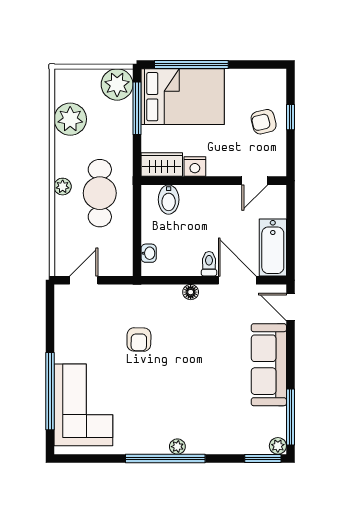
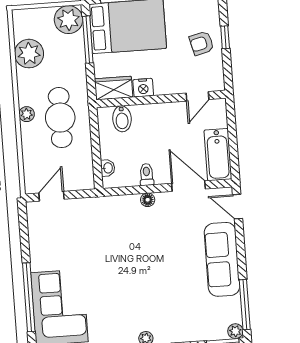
toilet: (209, 264) -> (147, 174), moved
armchair: (139, 340) -> (105, 245), removed

